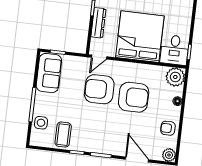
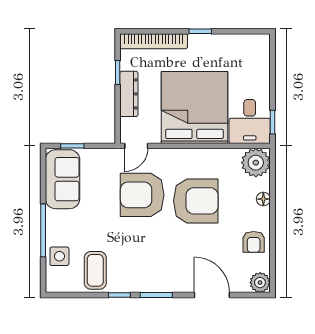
armchair: (168, 128) -> (254, 242), turned -90

